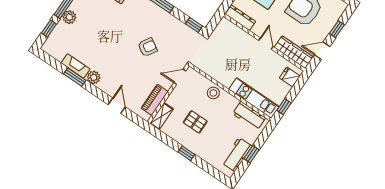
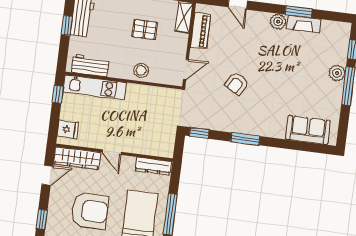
window: (337, 29) -> (42, 219), moved

